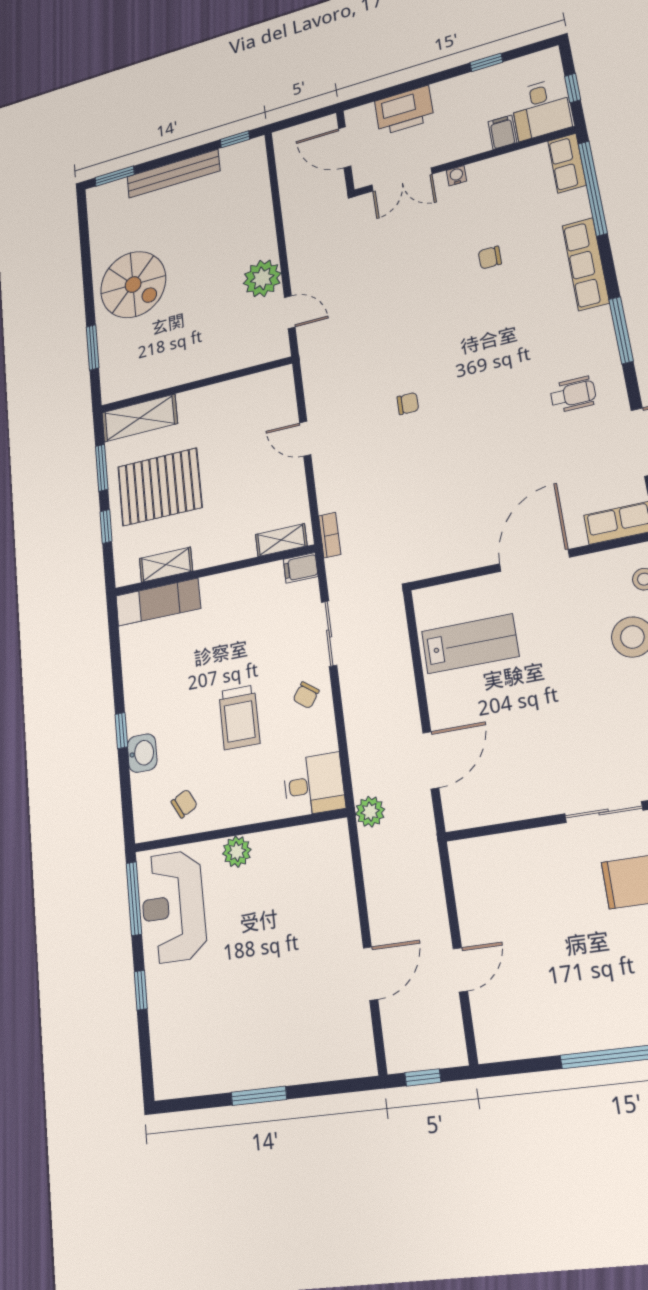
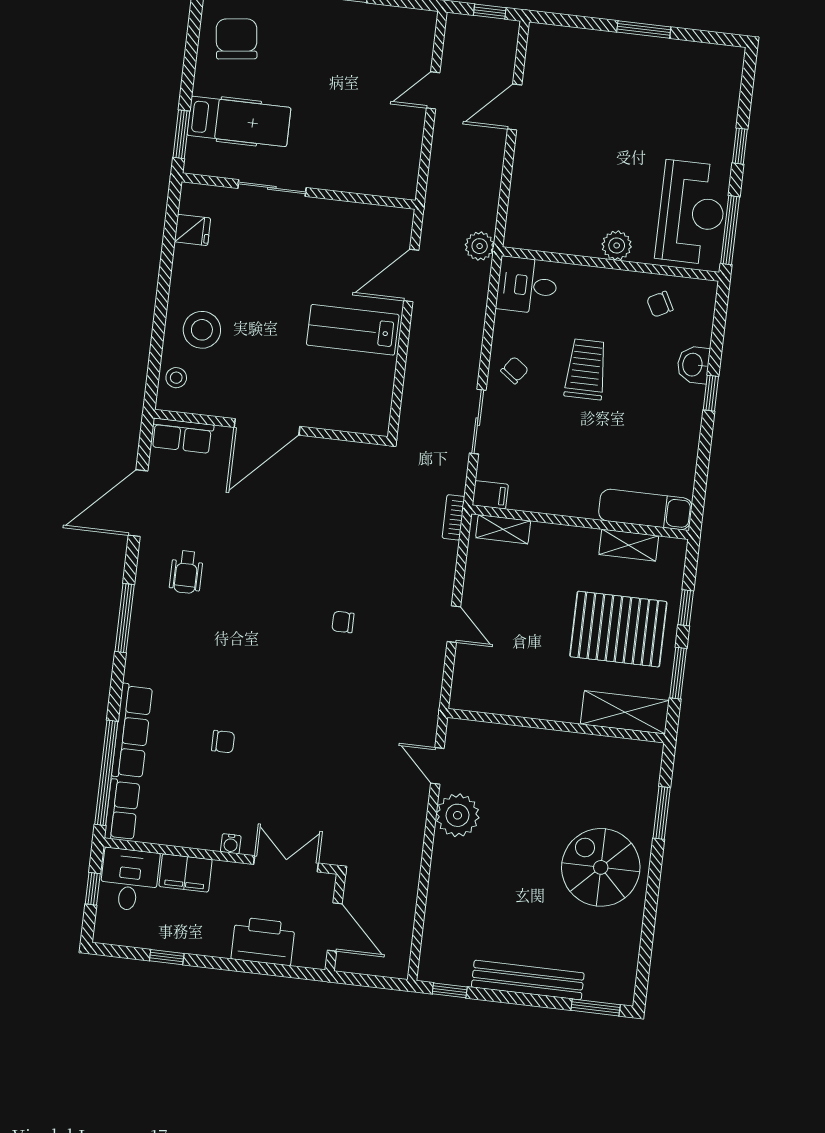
filing cabinet: (502, 132) -> (185, 873), width x2.00
row of seats: (586, 264) -> (132, 731), moved
wheelchair: (573, 394) -> (186, 572), turned -90
lab bench: (470, 644) -> (353, 330), moved

